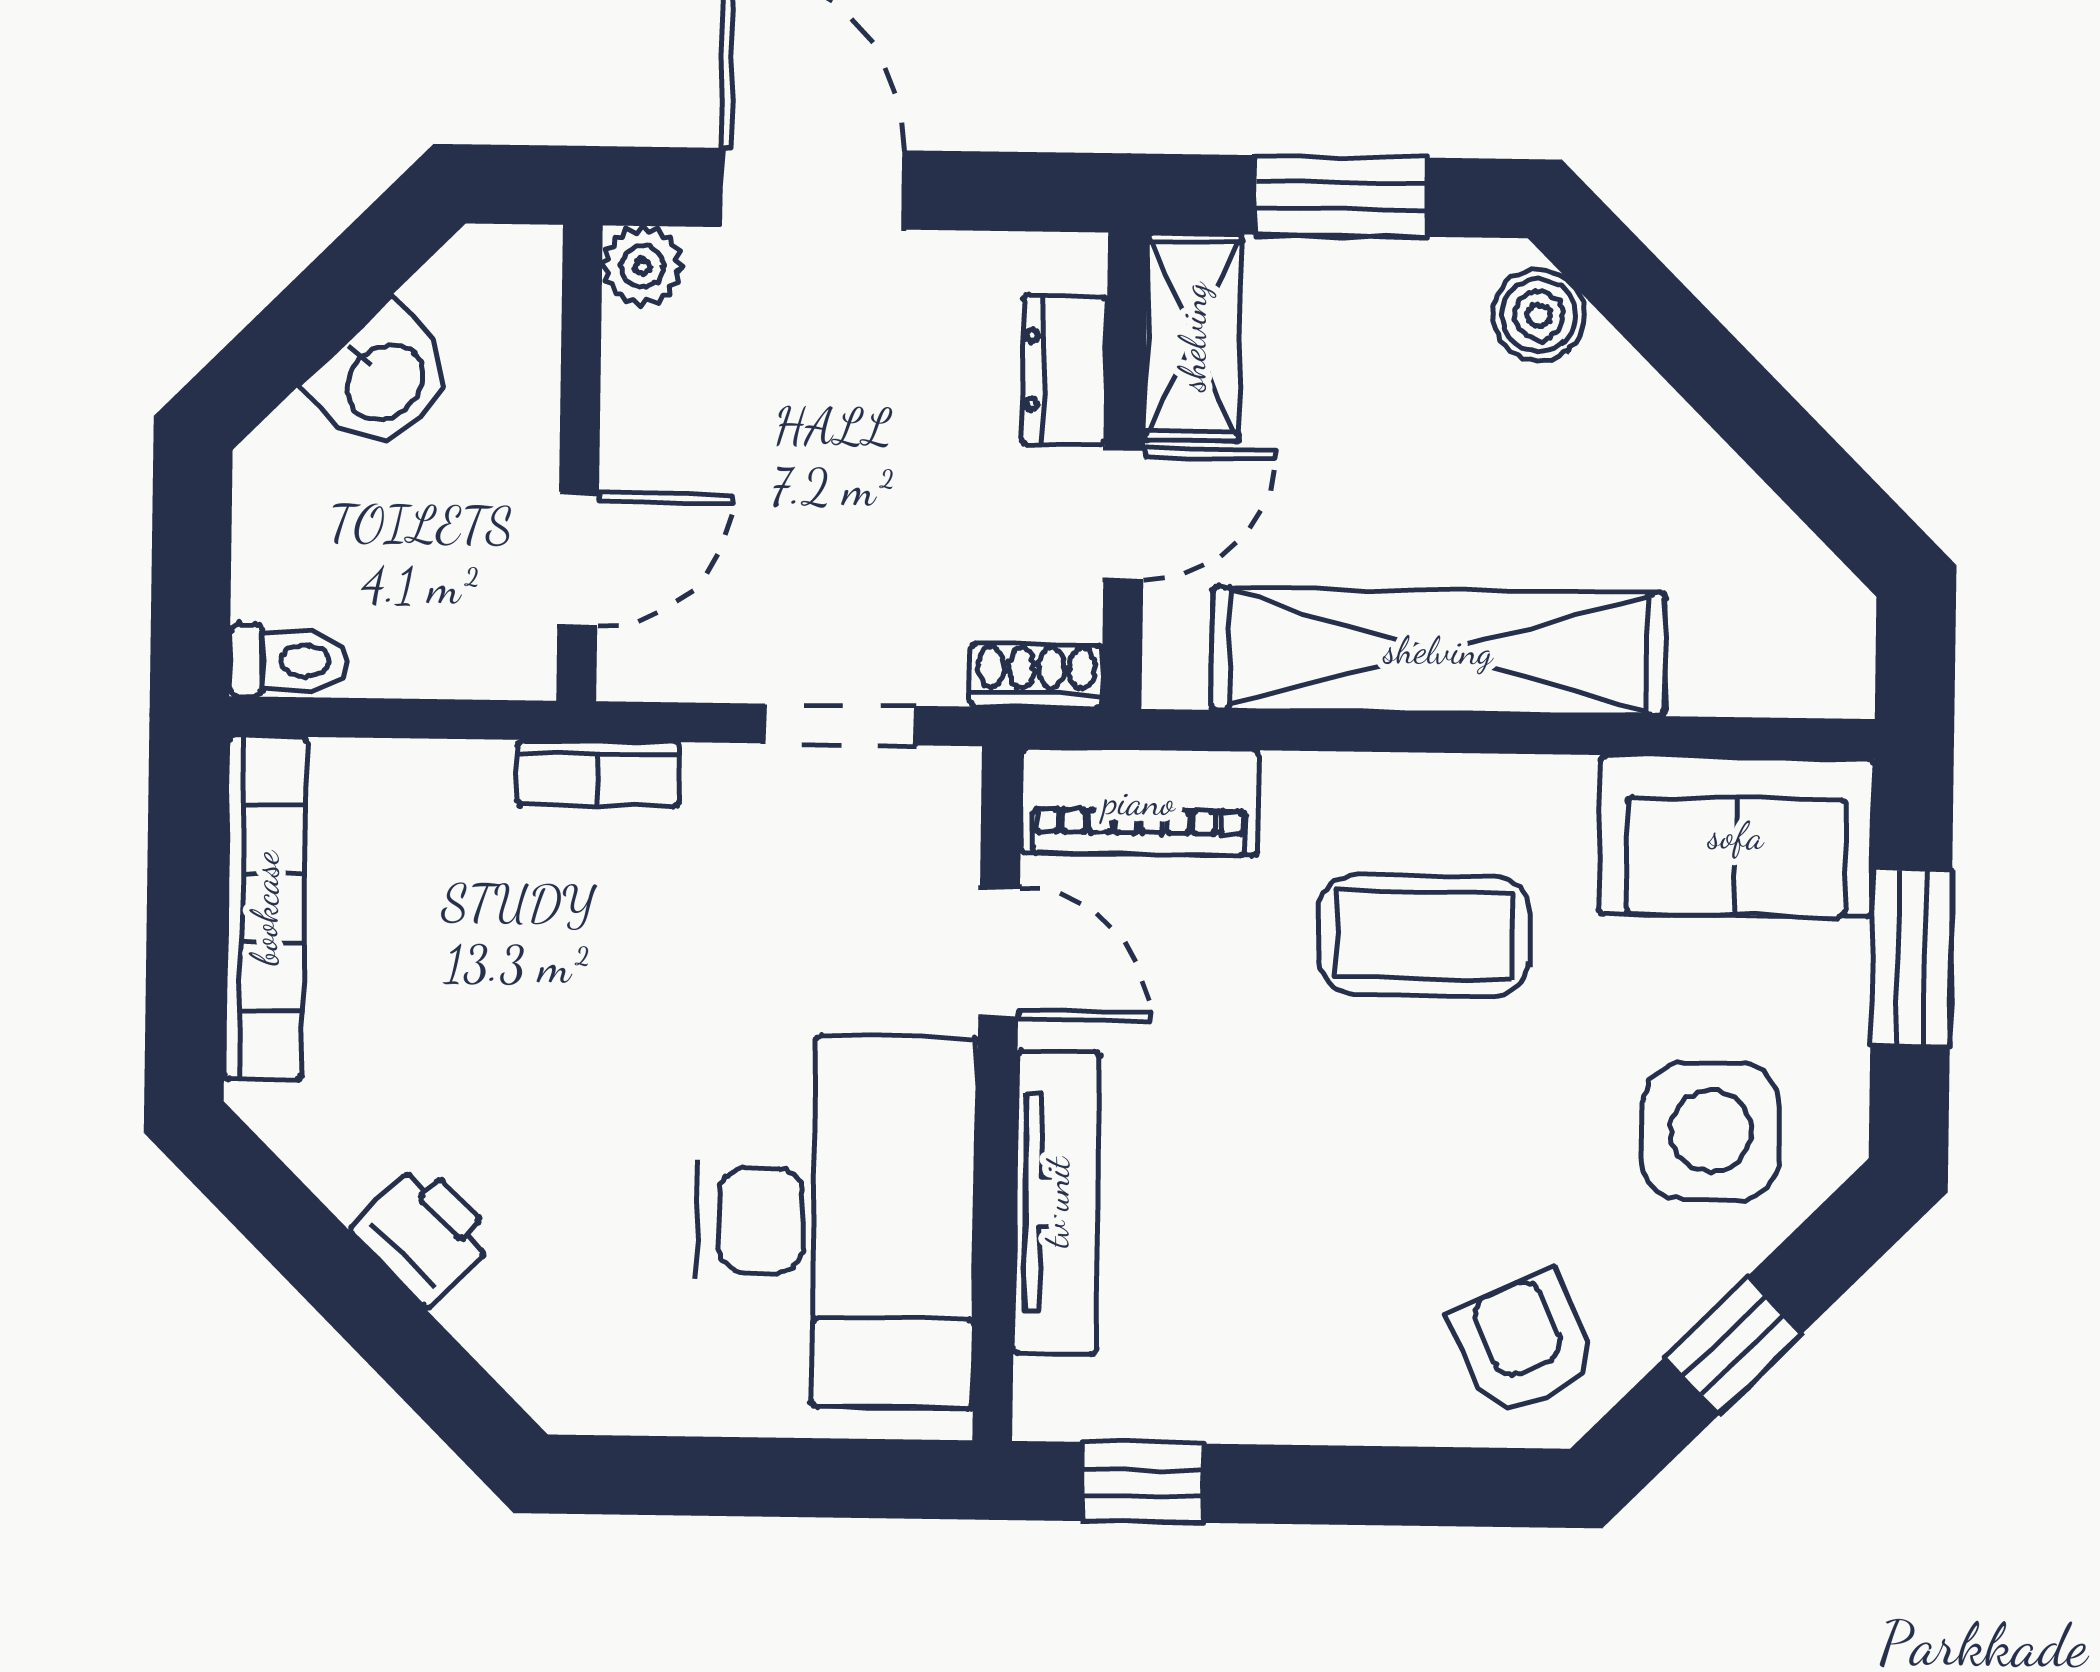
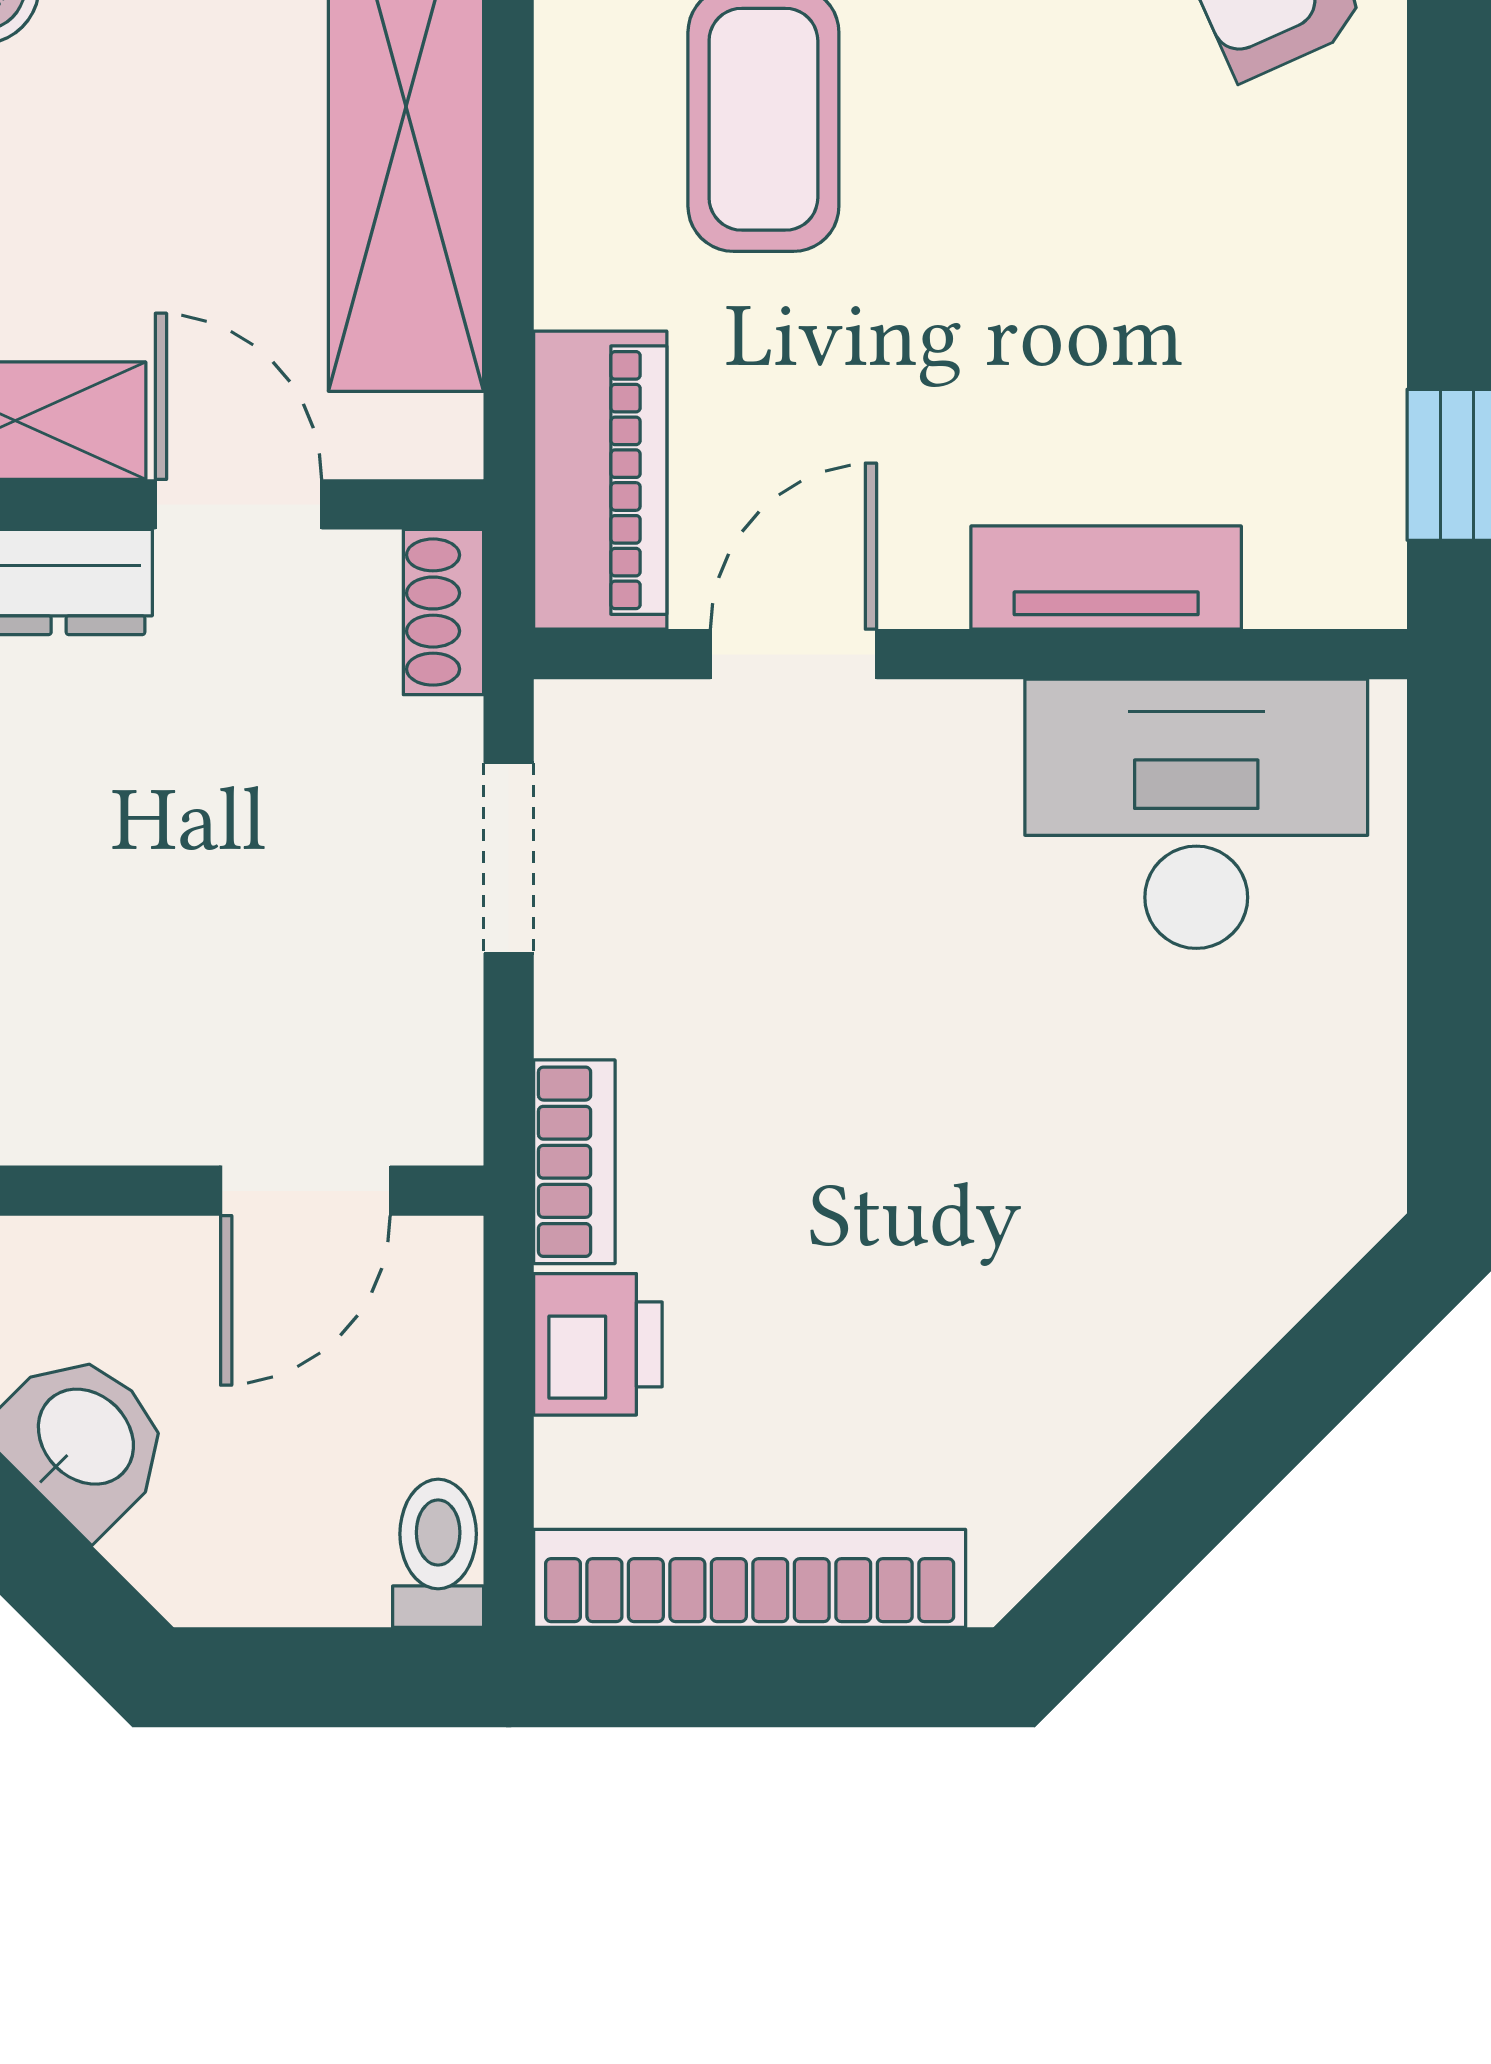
door: (578, 559) -> (305, 1191), swing flipped
tv unit: (1056, 1202) -> (1106, 578), width x0.71
desk: (836, 1221) -> (1196, 814), width x0.73, depth x0.77
printer: (424, 1234) -> (598, 1344), moved, turned 135

